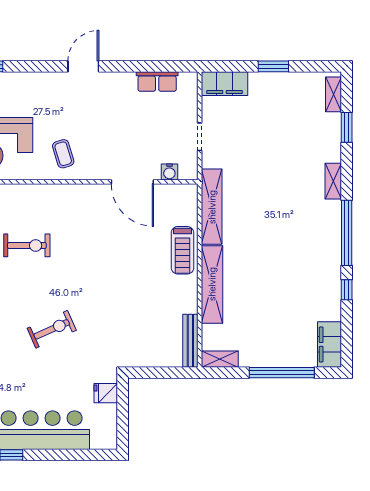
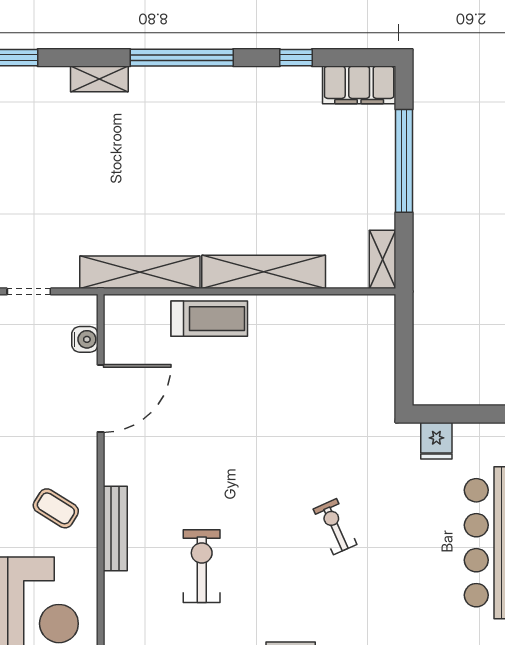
coffee table: (63, 154) -> (56, 508), turned 49
window: (347, 290) -> (296, 58), moved
exercise bike: (52, 329) -> (335, 527), width x0.73, depth x0.72
bench: (190, 341) -> (115, 529), moved, turned 90

